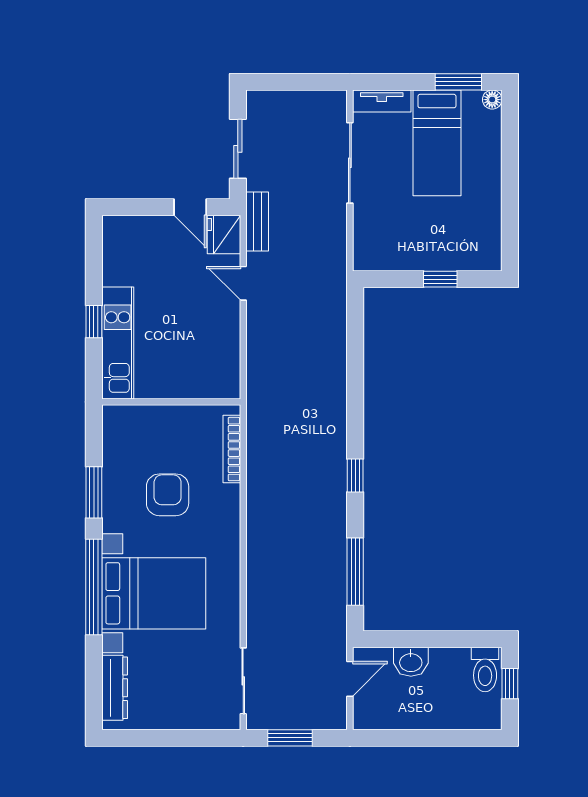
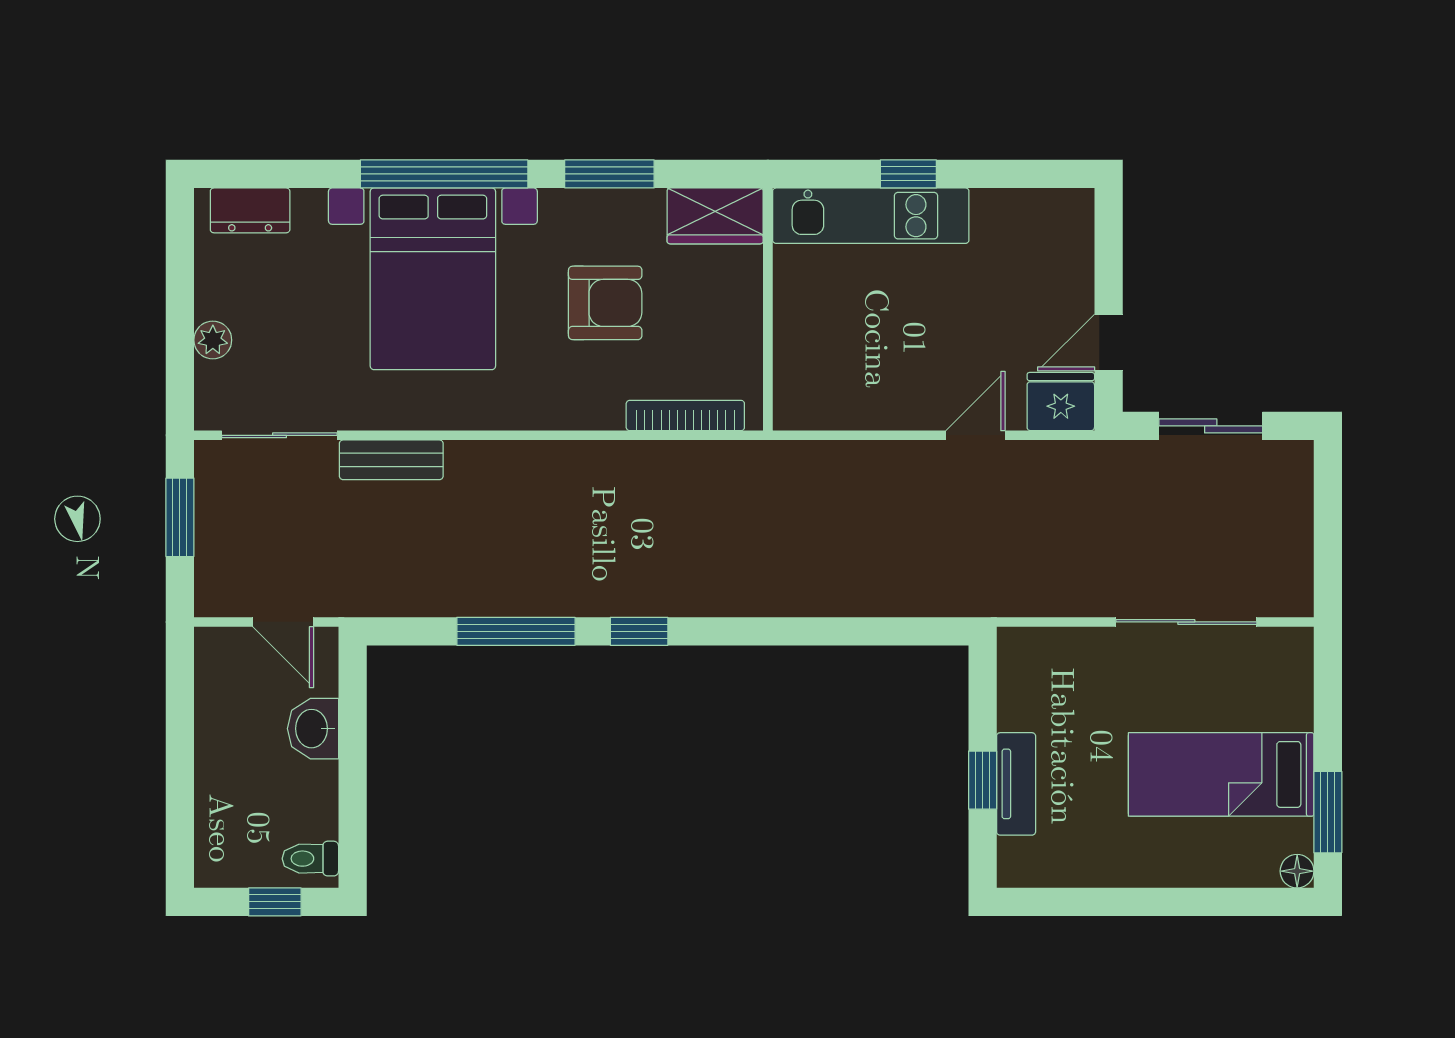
tv unit: (382, 101) -> (1016, 784), moved, turned 180
bench: (257, 221) -> (391, 460), moved
wardrobe: (118, 432) -> (715, 216), added
window: (355, 572) -> (516, 631), moved
toilet: (485, 670) -> (310, 859), width x0.73, depth x0.72
dresser: (115, 688) -> (250, 210), width x0.70
plant: (189, 719) -> (213, 340), added

